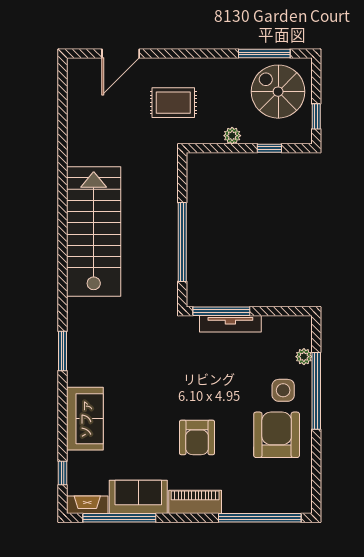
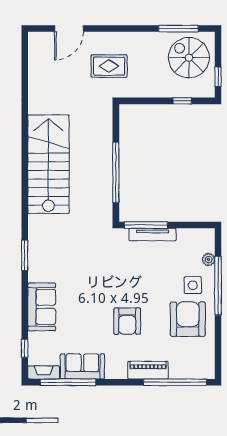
plant: (232, 136) -> (154, 91), removed
piano: (195, 502) -> (148, 370), moved

